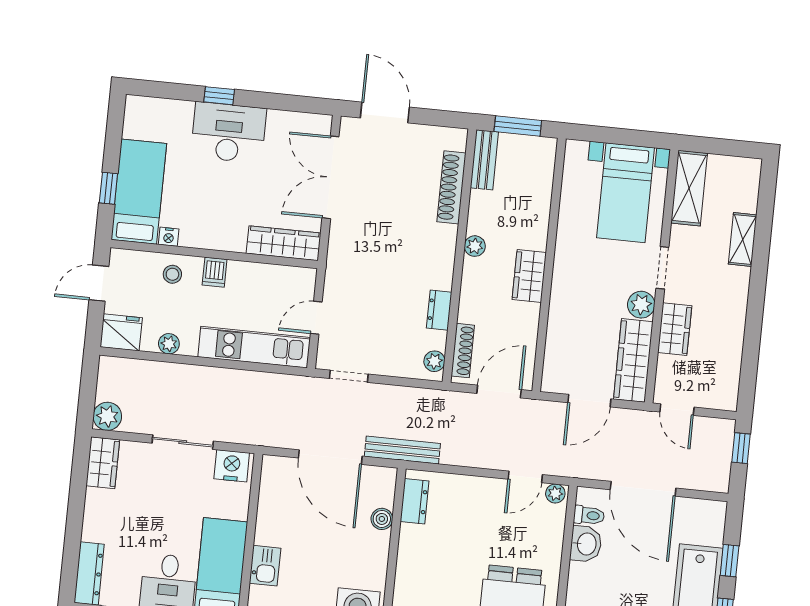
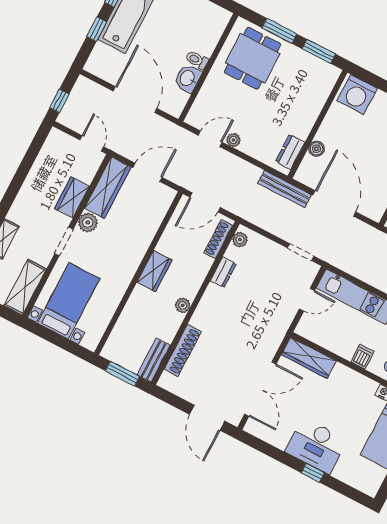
plant: (555, 493) -> (233, 140), moved
toilet: (589, 515) -> (197, 60), moved

